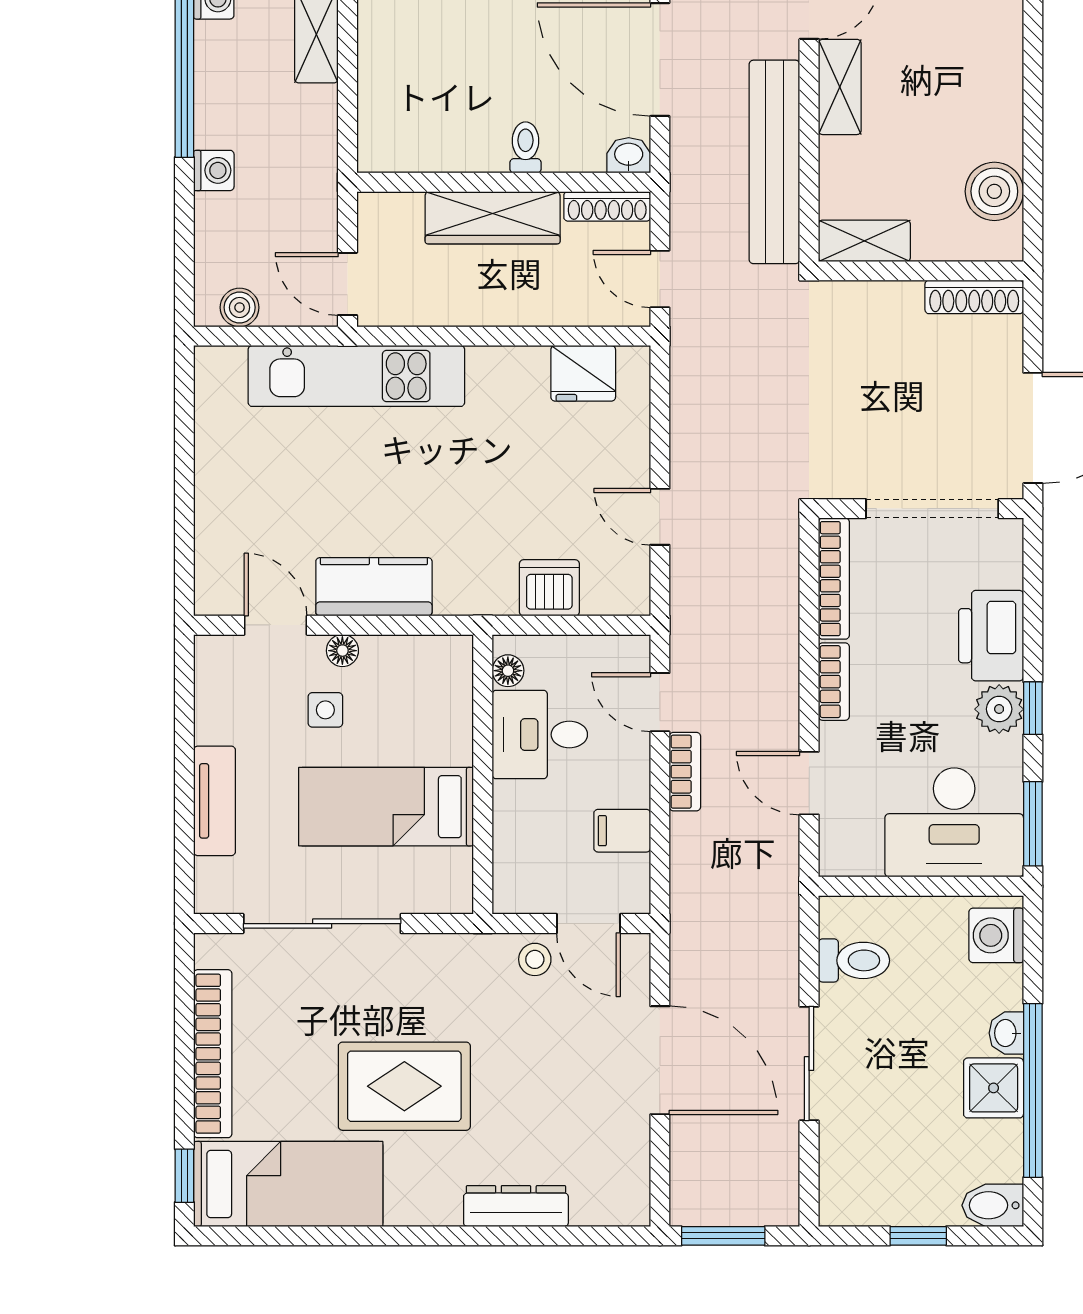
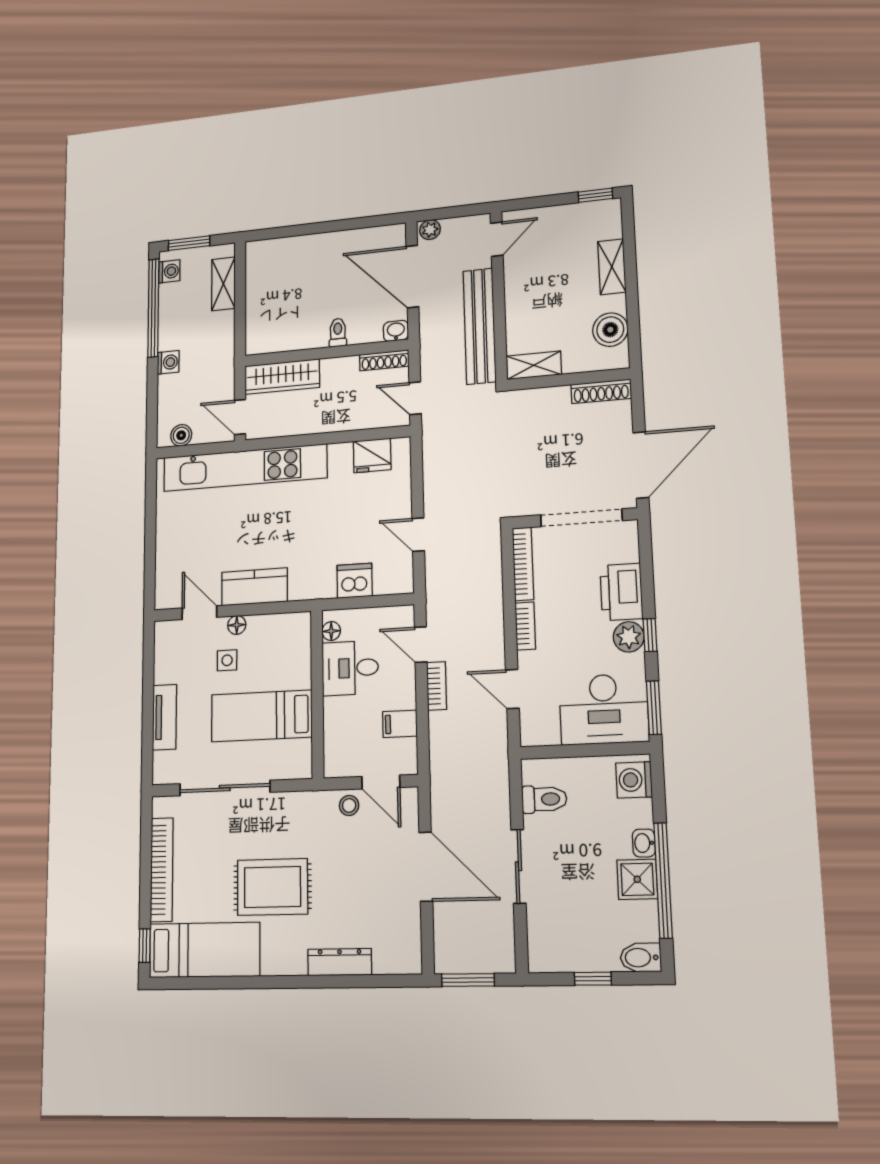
shelving: (840, 87) -> (612, 267), moved
wardrobe: (493, 218) -> (282, 377), moved
kitchen unit: (356, 376) -> (245, 468), width x1.36

